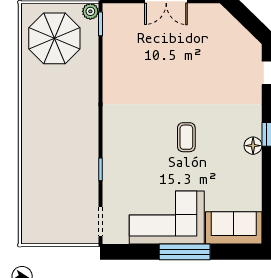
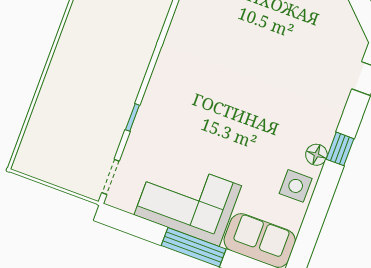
coffee table: (186, 137) -> (244, 117), removed
side table: (246, 176) -> (296, 186), added

